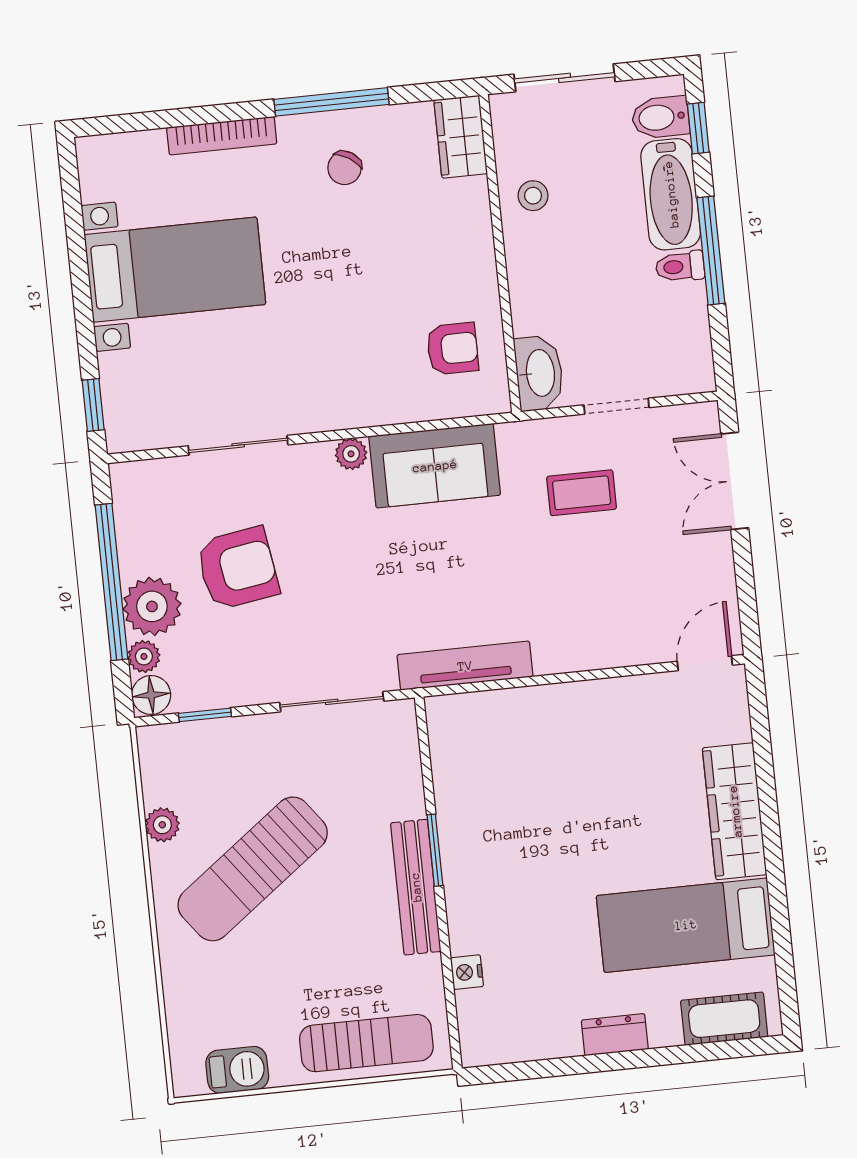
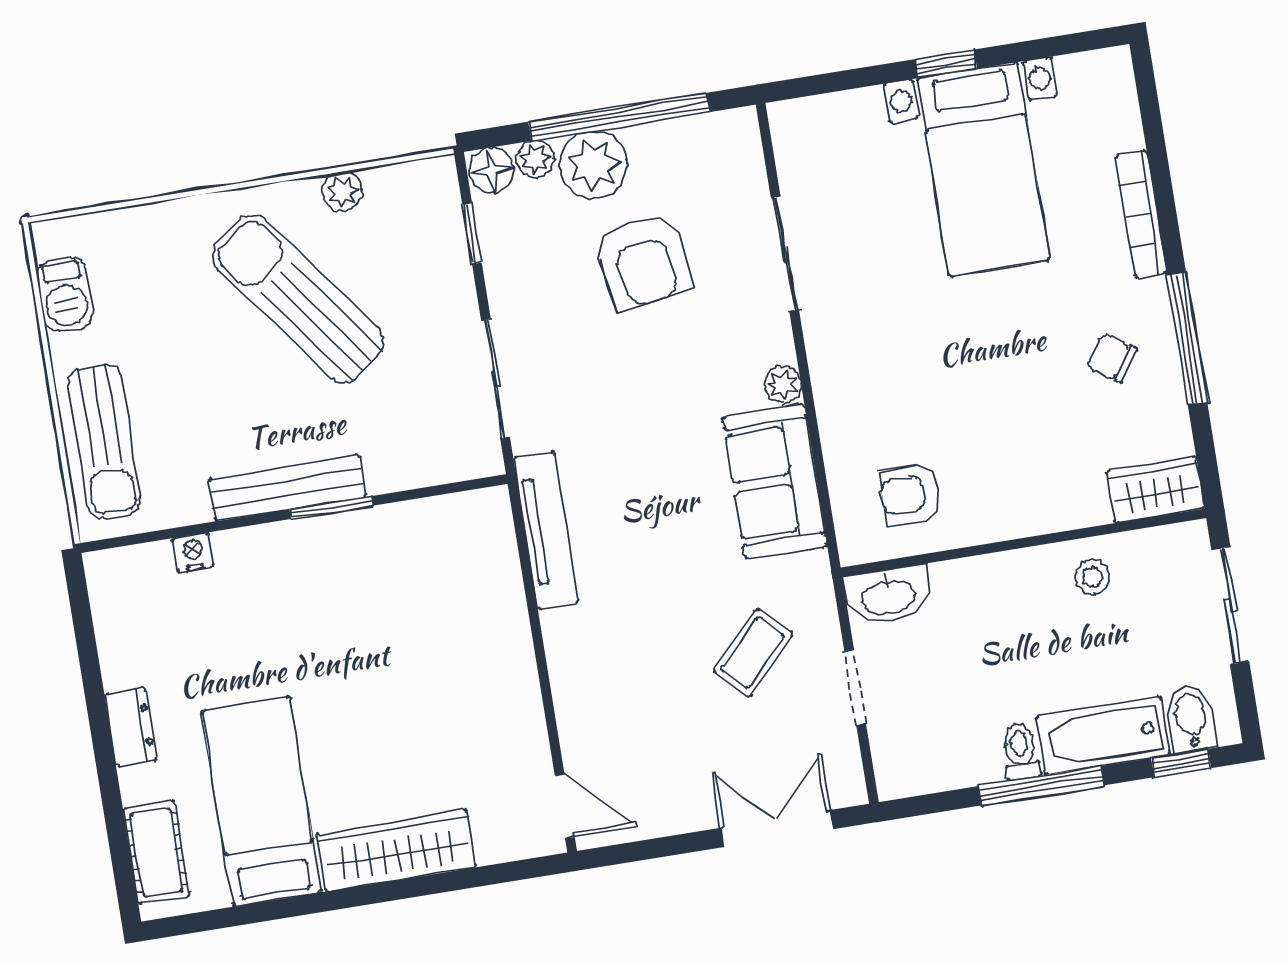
armchair: (452, 349) -> (911, 494), turned 90
window: (93, 405) -> (946, 64), moved
coffee table: (582, 493) -> (753, 653), turned 44

